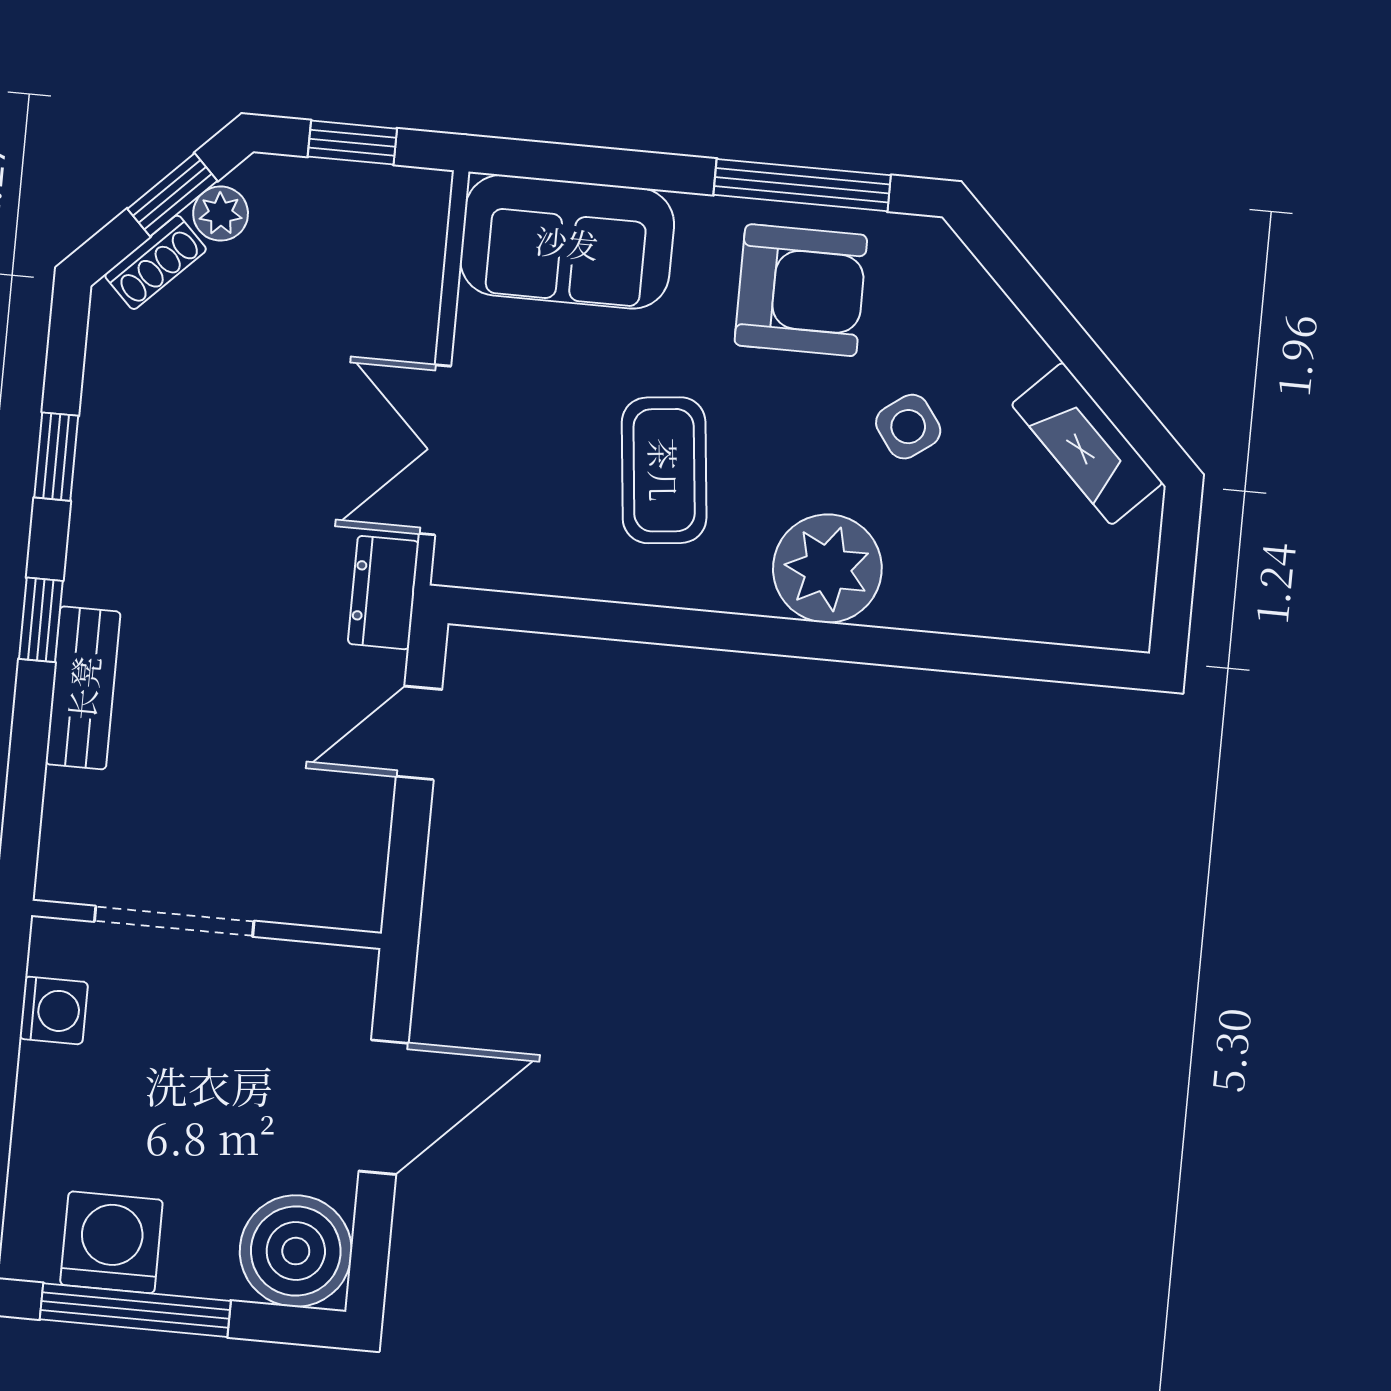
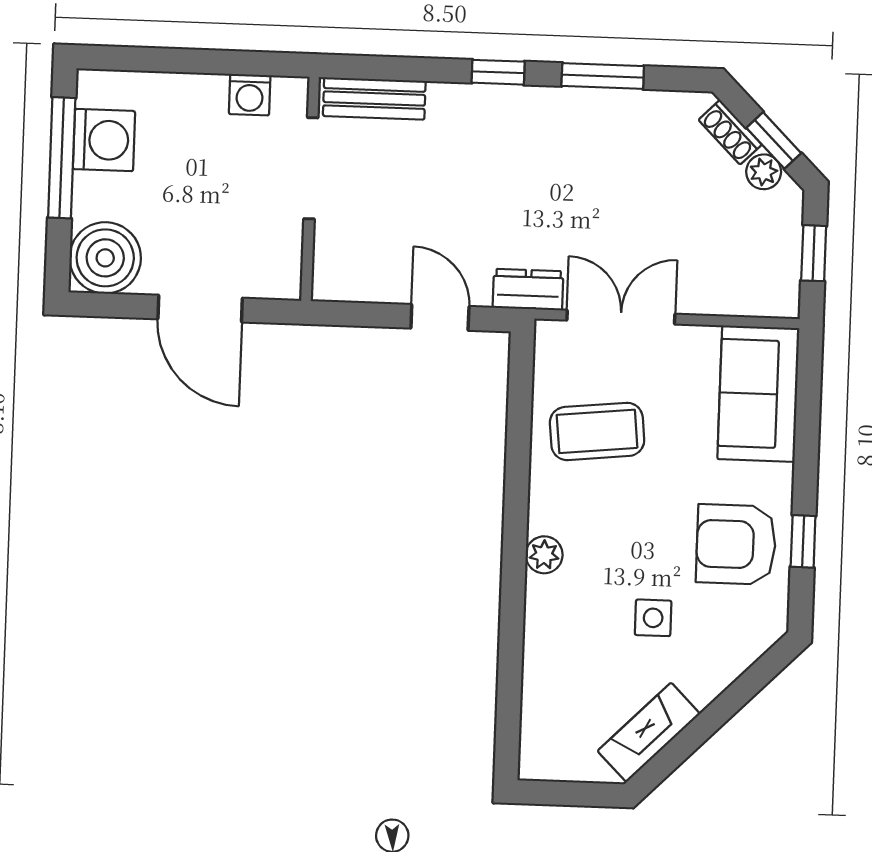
window: (802, 185) -> (803, 541), width x0.46
armchair: (801, 290) -> (736, 544), turned 90
side table: (908, 427) -> (653, 618), turned 36
window: (56, 457) -> (603, 76), width x1.50
coffee table: (664, 470) -> (597, 431), moved
plant: (827, 569) -> (544, 555), width x0.53, depth x0.53
bench: (83, 688) -> (374, 99), moved

